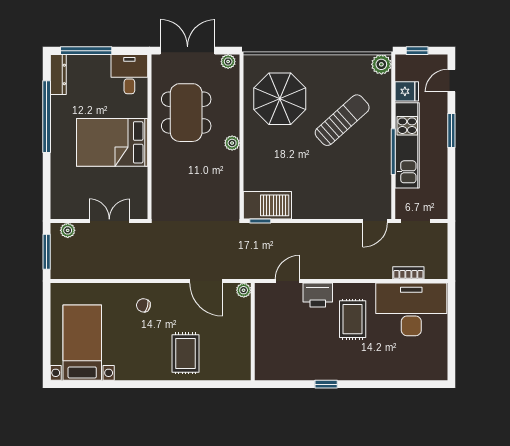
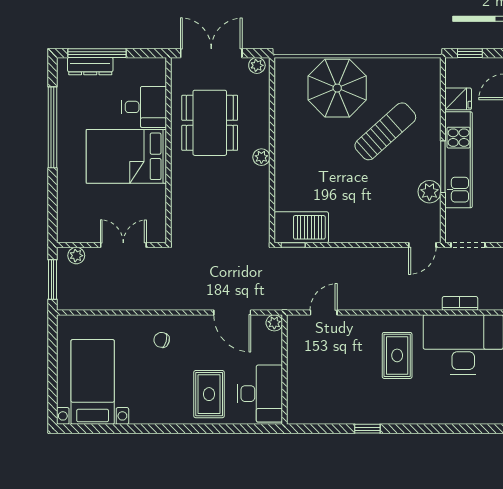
plant: (381, 64) -> (429, 192), moved
dresser: (58, 74) -> (90, 66), moved, turned 90
desk: (129, 74) -> (144, 107), moved, turned 90
parasol: (280, 99) -> (337, 88), moved
printer: (318, 295) -> (358, 328), removed
desk: (231, 353) -> (260, 394), added

